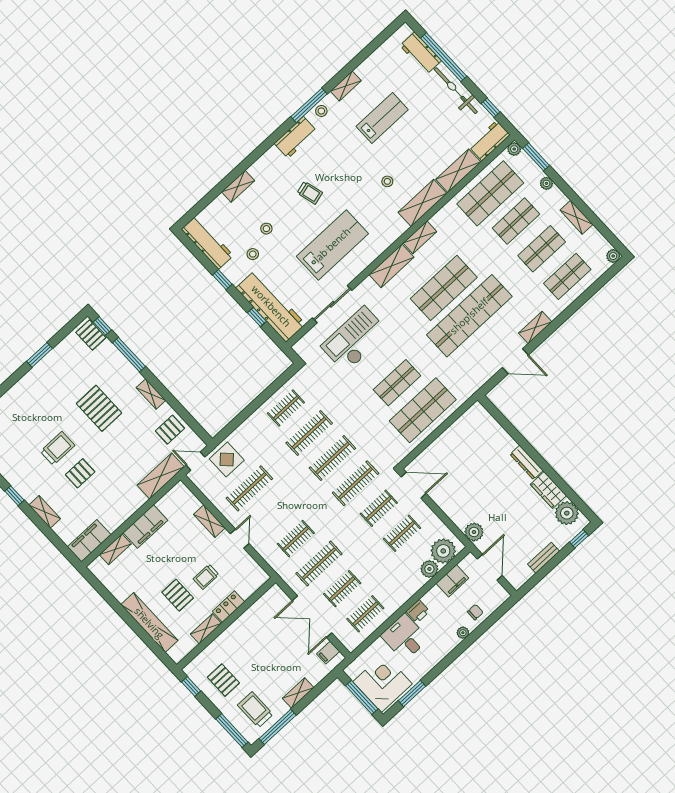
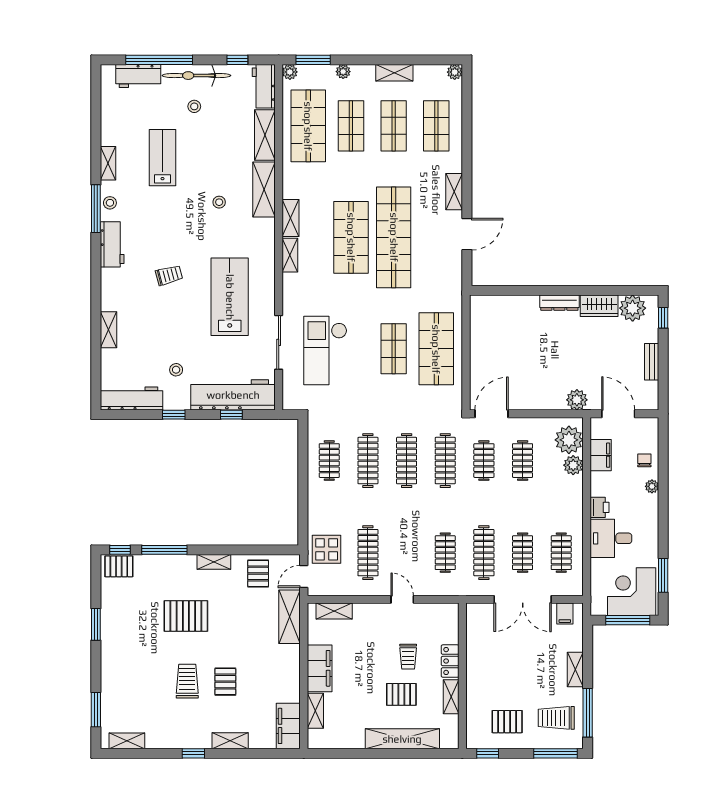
stool: (266, 229) -> (194, 106), moved
shelving: (392, 266) -> (290, 255), width x0.67, depth x0.75
shelving: (209, 521) -> (334, 611), moved

